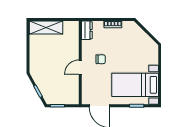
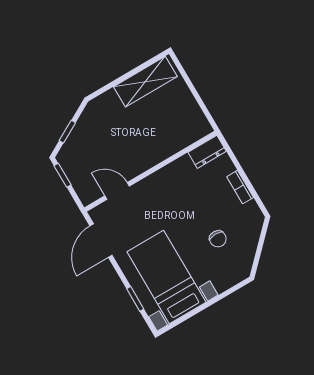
shelving: (46, 28) -> (145, 82), moved, turned 90
chair: (101, 59) -> (218, 239), moved
door: (80, 67) -> (117, 191), moved

